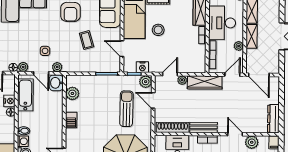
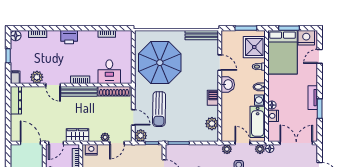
nightstand: (142, 67) -> (91, 150), moved
wardrobe: (205, 82) -> (77, 135), width x0.67
washbasin: (56, 83) -> (228, 85), moved
bench: (204, 127) -> (79, 91), width x1.36
washing machine: (23, 141) -> (260, 100), moved

